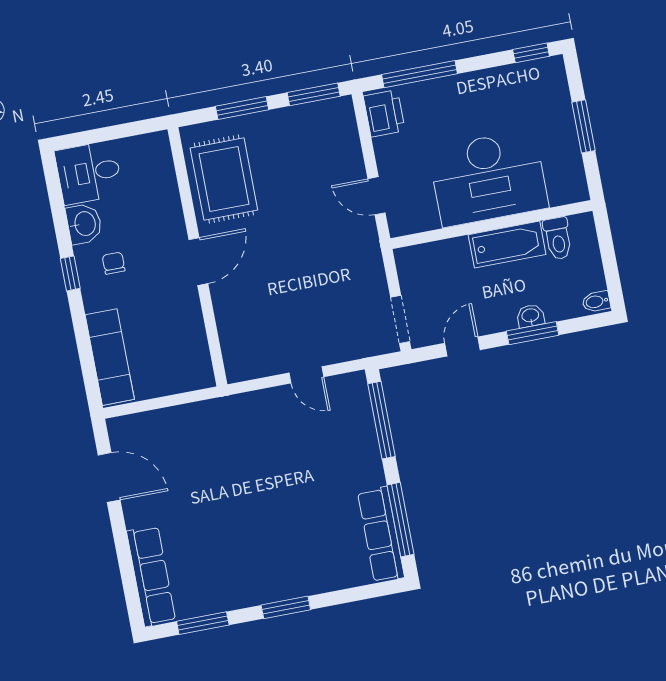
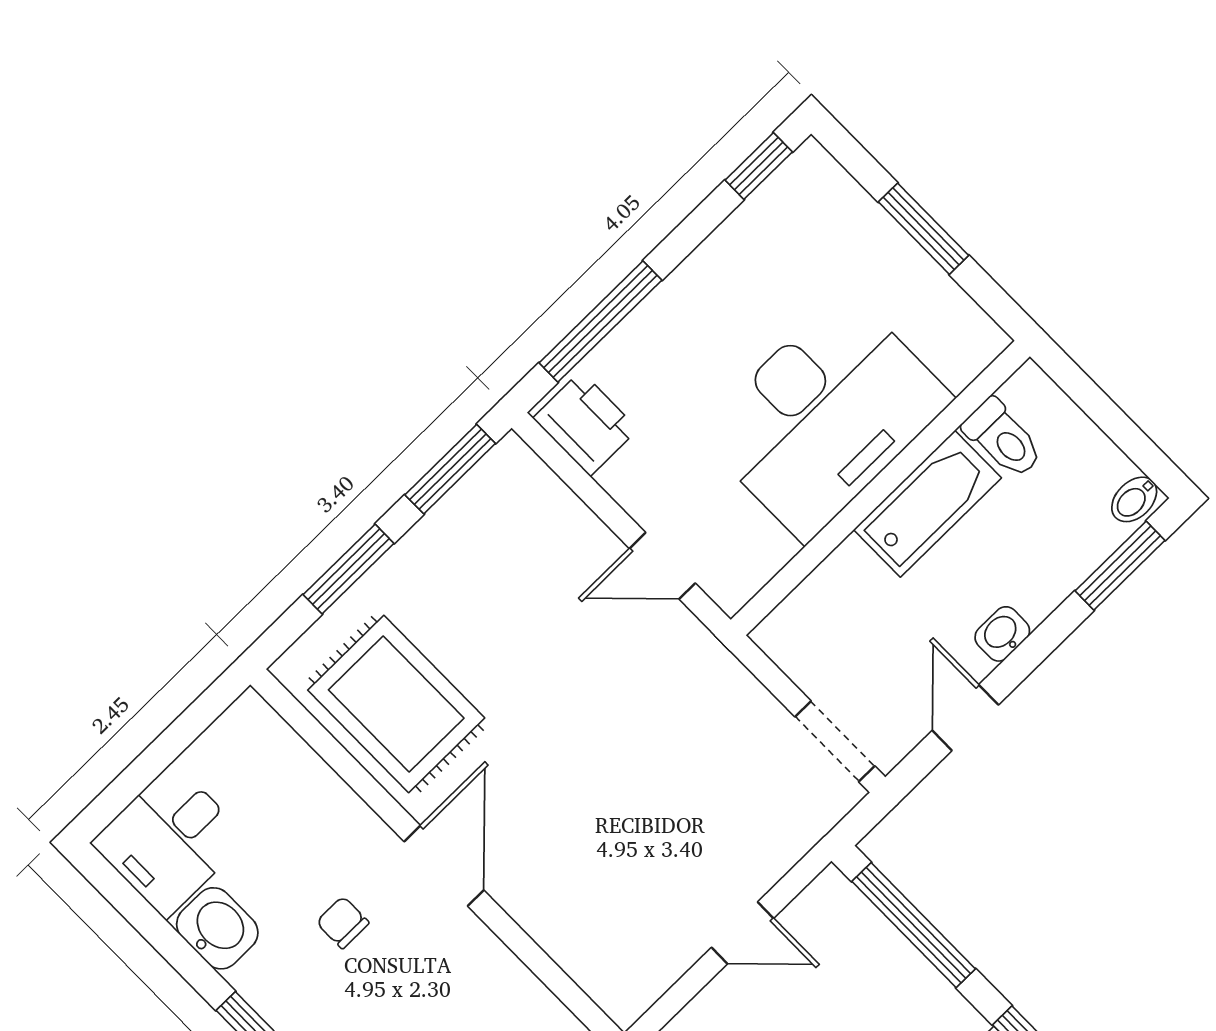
chair: (114, 263) -> (343, 922), moved
washbasin: (530, 316) -> (1002, 634), moved
window: (533, 333) -> (1120, 566), moved

